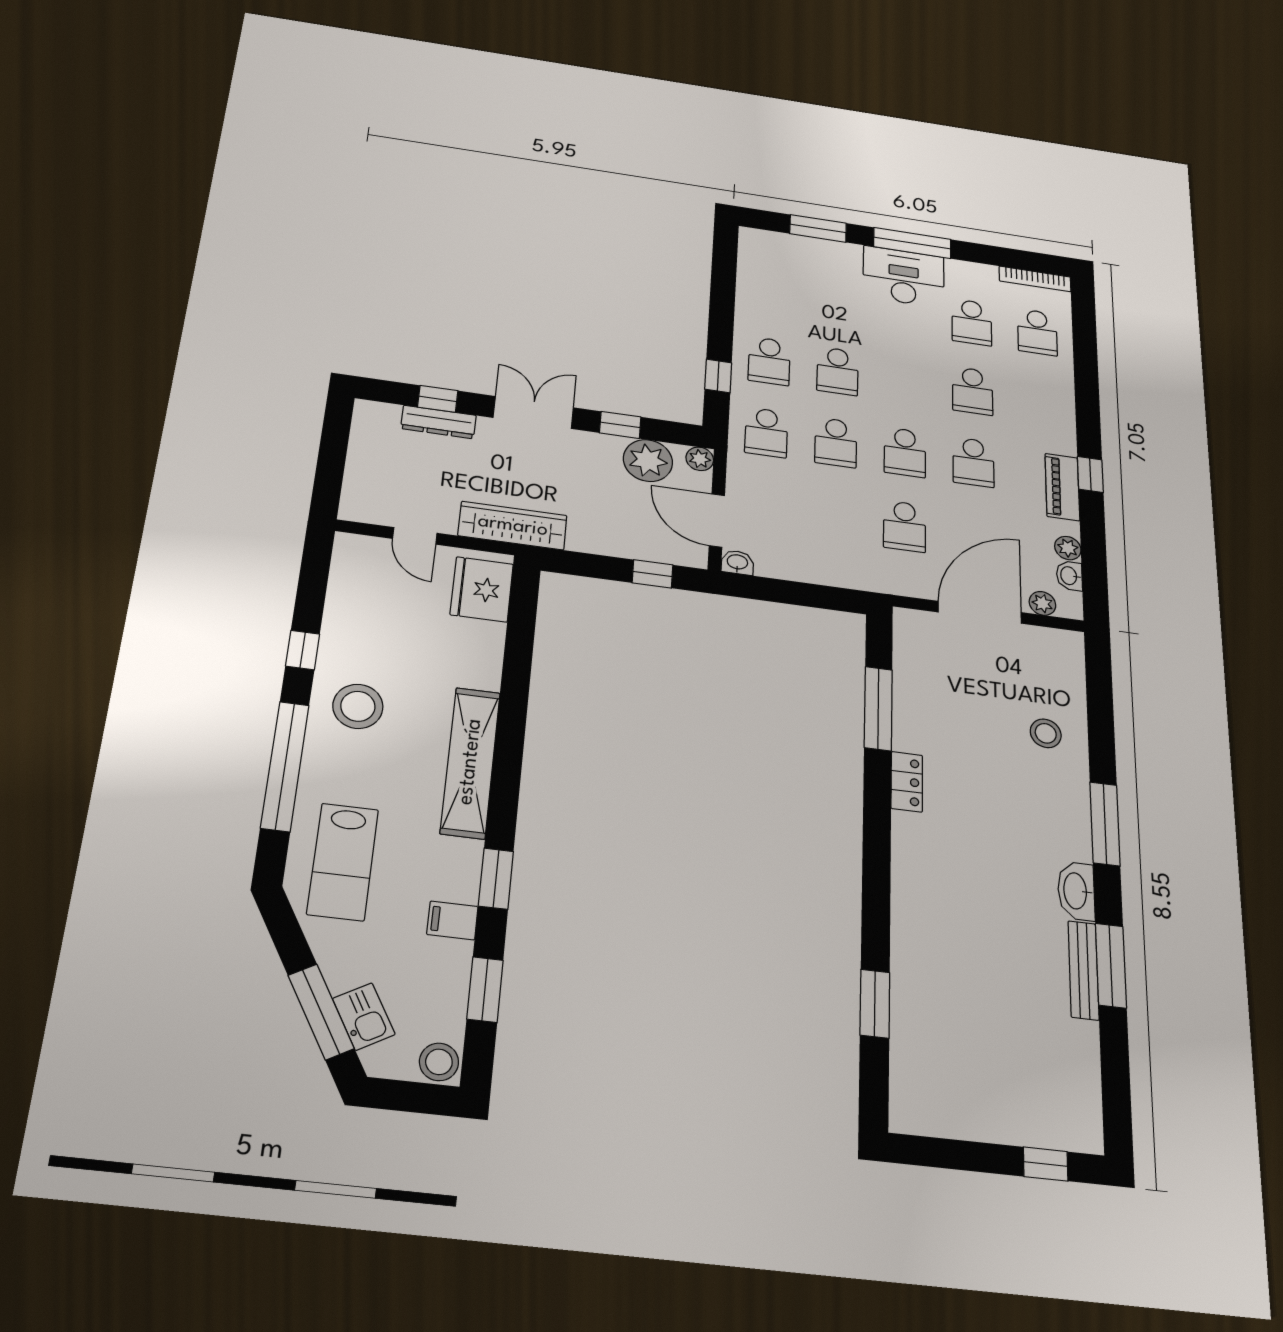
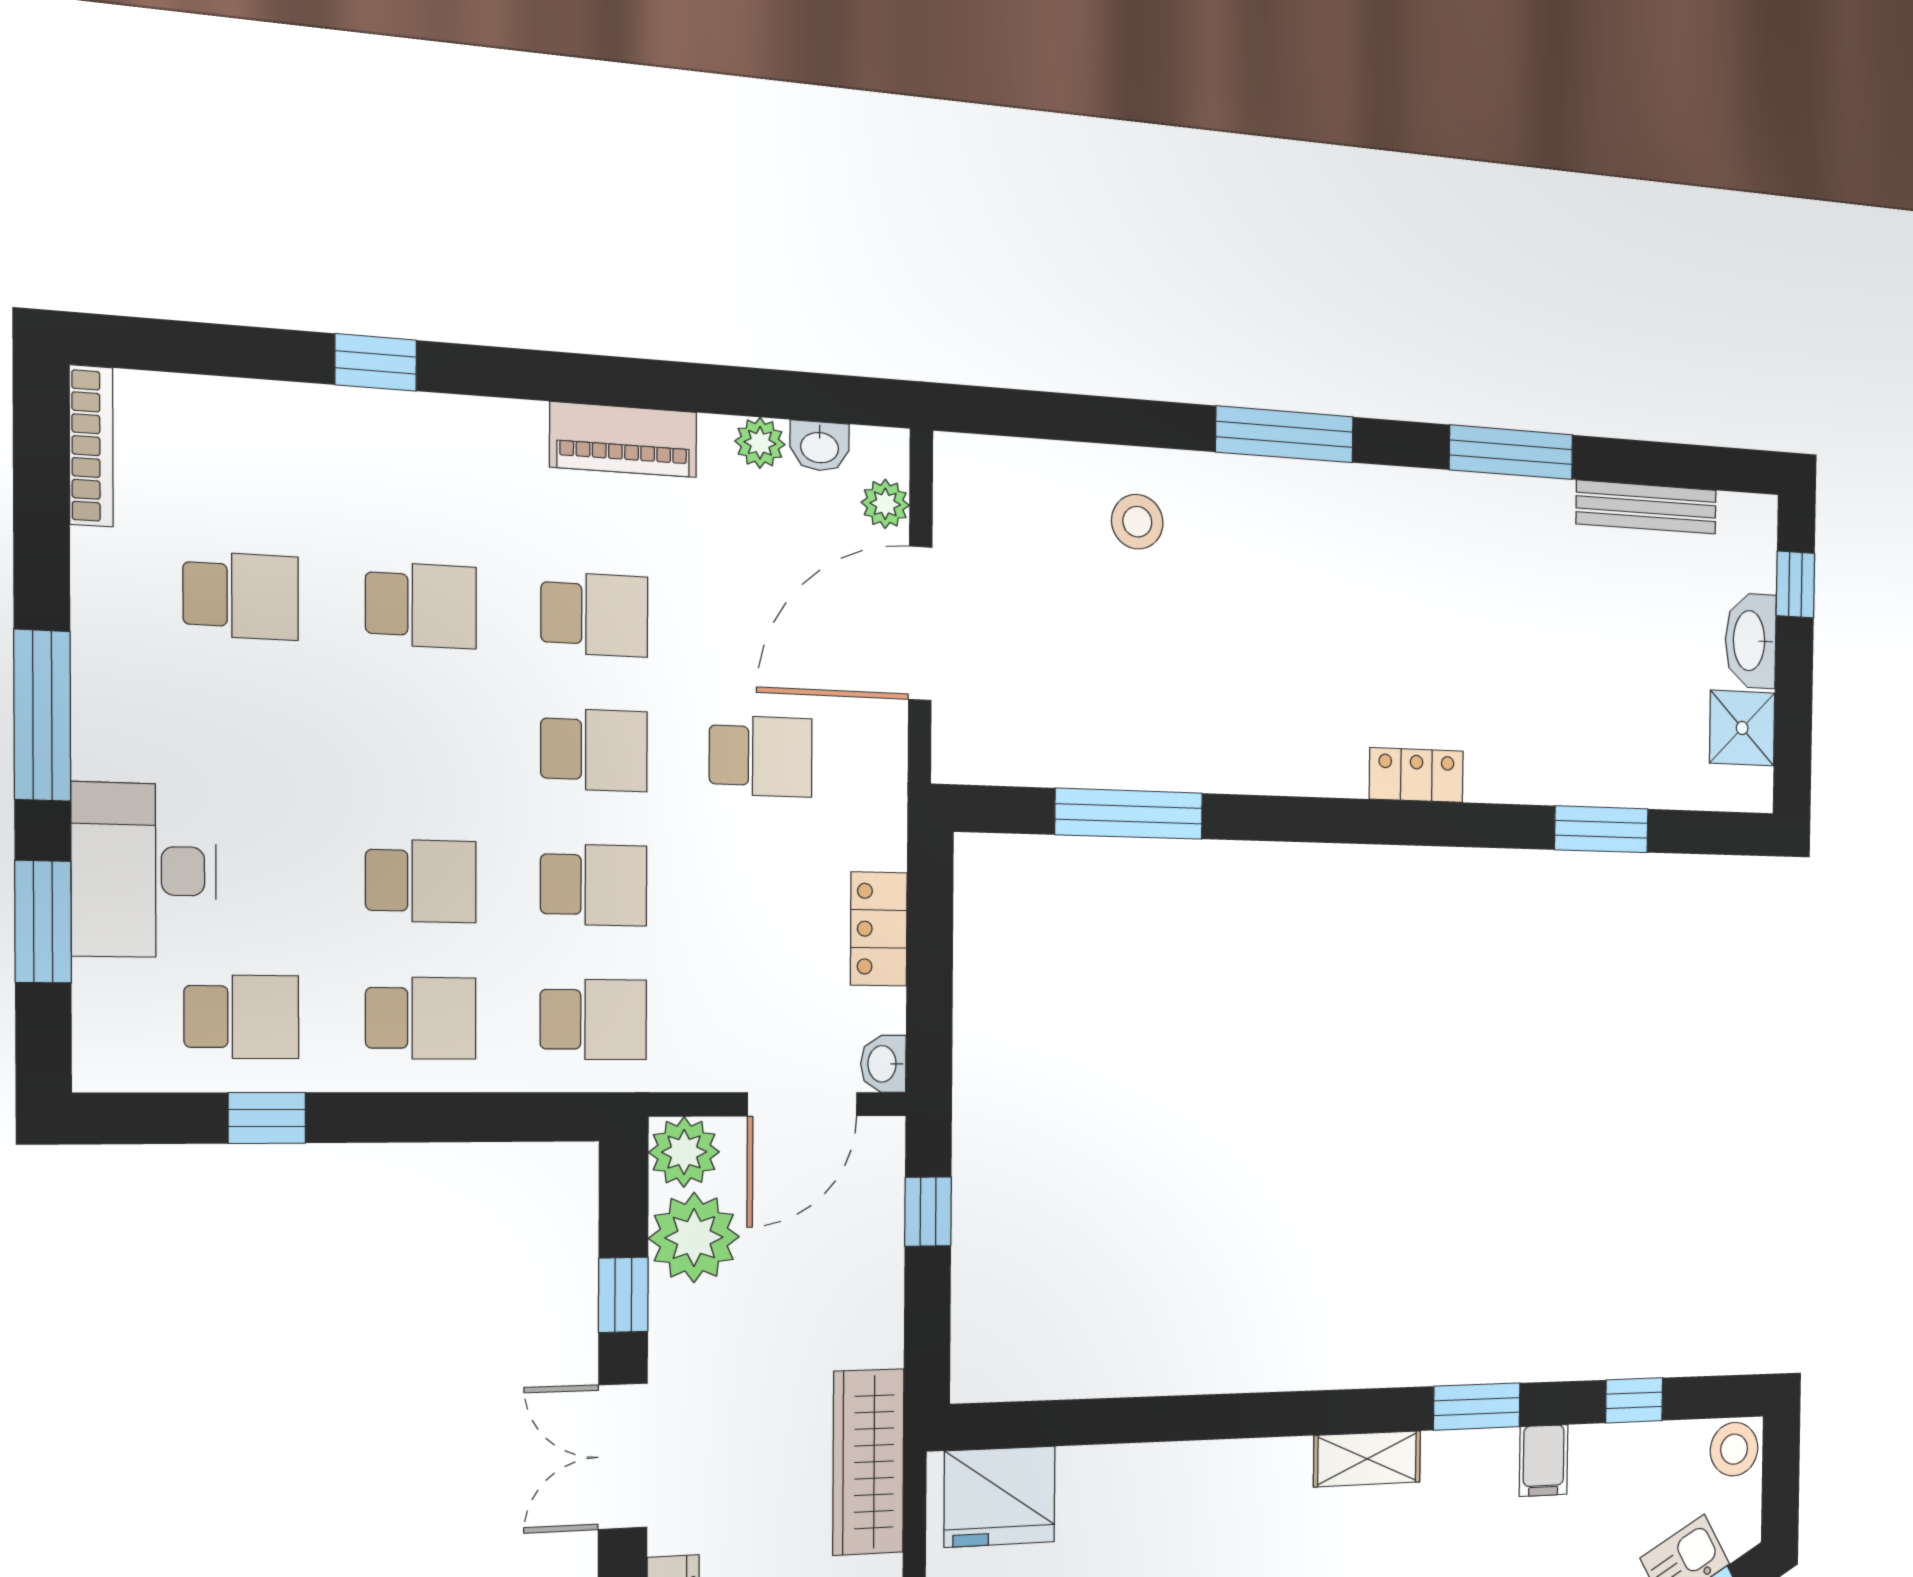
desk: (904, 277) -> (144, 870), moved
school desk: (1037, 332) -> (242, 1017), moved
window: (718, 376) -> (267, 1118), moved
plant: (700, 459) -> (684, 1152), width x1.38, depth x1.38
window: (1090, 474) -> (376, 362), moved
locker: (812, 570) -> (879, 929), added
door: (980, 612) -> (920, 623), hinge flipped
shelving: (470, 762) -> (1367, 1459), width x0.45, depth x0.75
locker: (907, 782) -> (1416, 775), moved
washbasin: (1076, 891) -> (1751, 641), moved, turned 90
bench: (1083, 970) -> (1646, 507), moved
window: (485, 989) -> (1634, 1400), width x0.67
shower: (946, 1114) -> (1742, 728), added

